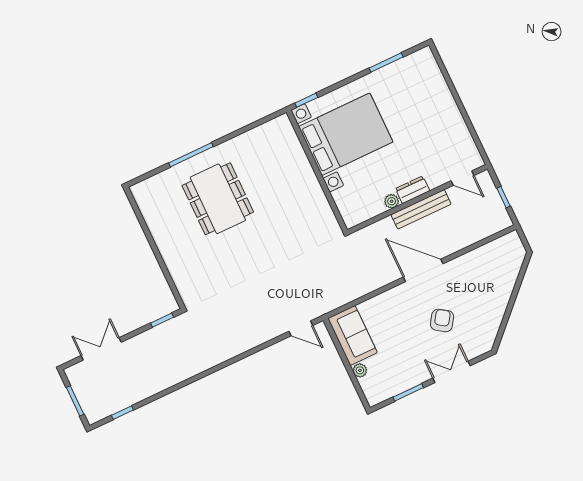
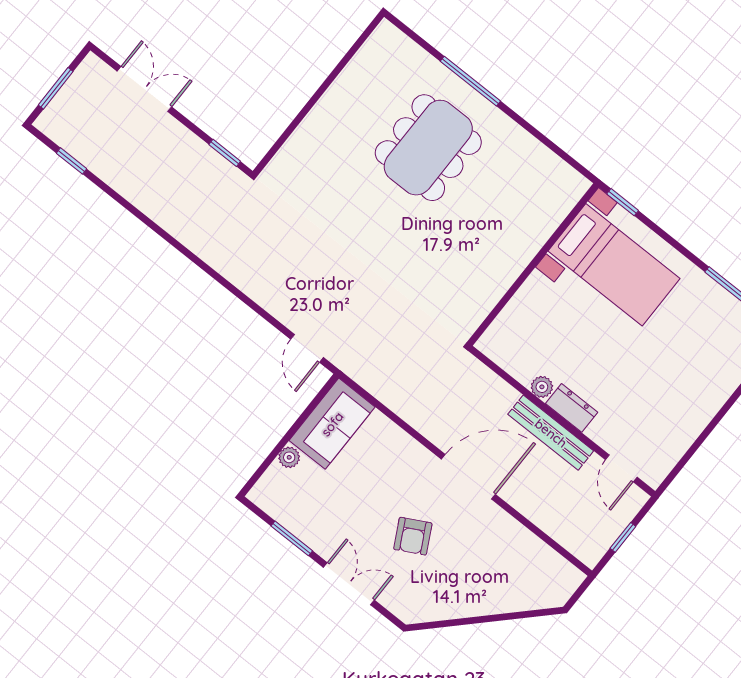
bed with nightstands: (346, 134) -> (614, 265), width x0.73
door: (423, 270) -> (468, 477), hinge flipped
armchair: (442, 320) -> (413, 536), turned 118

